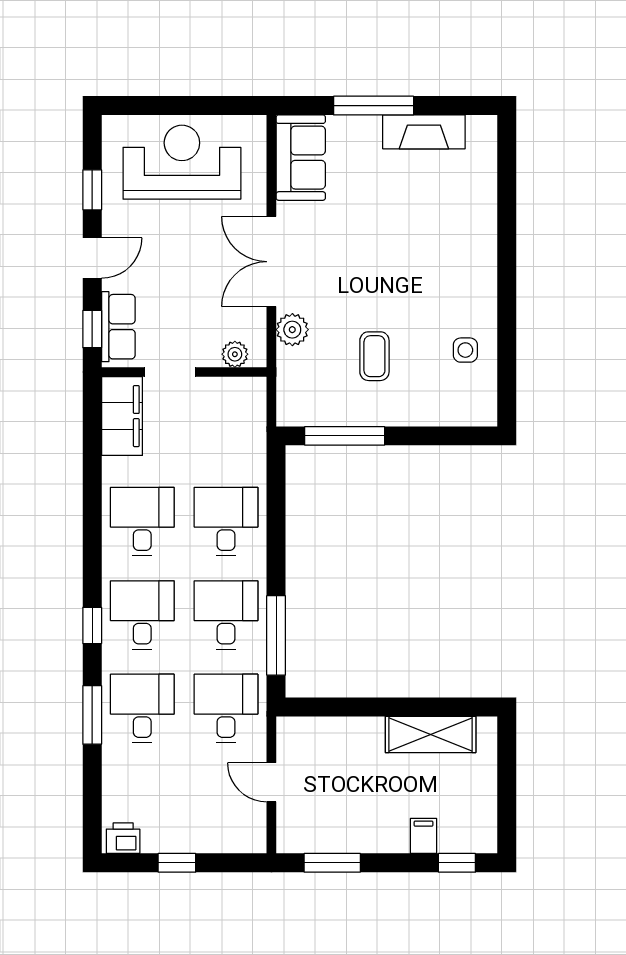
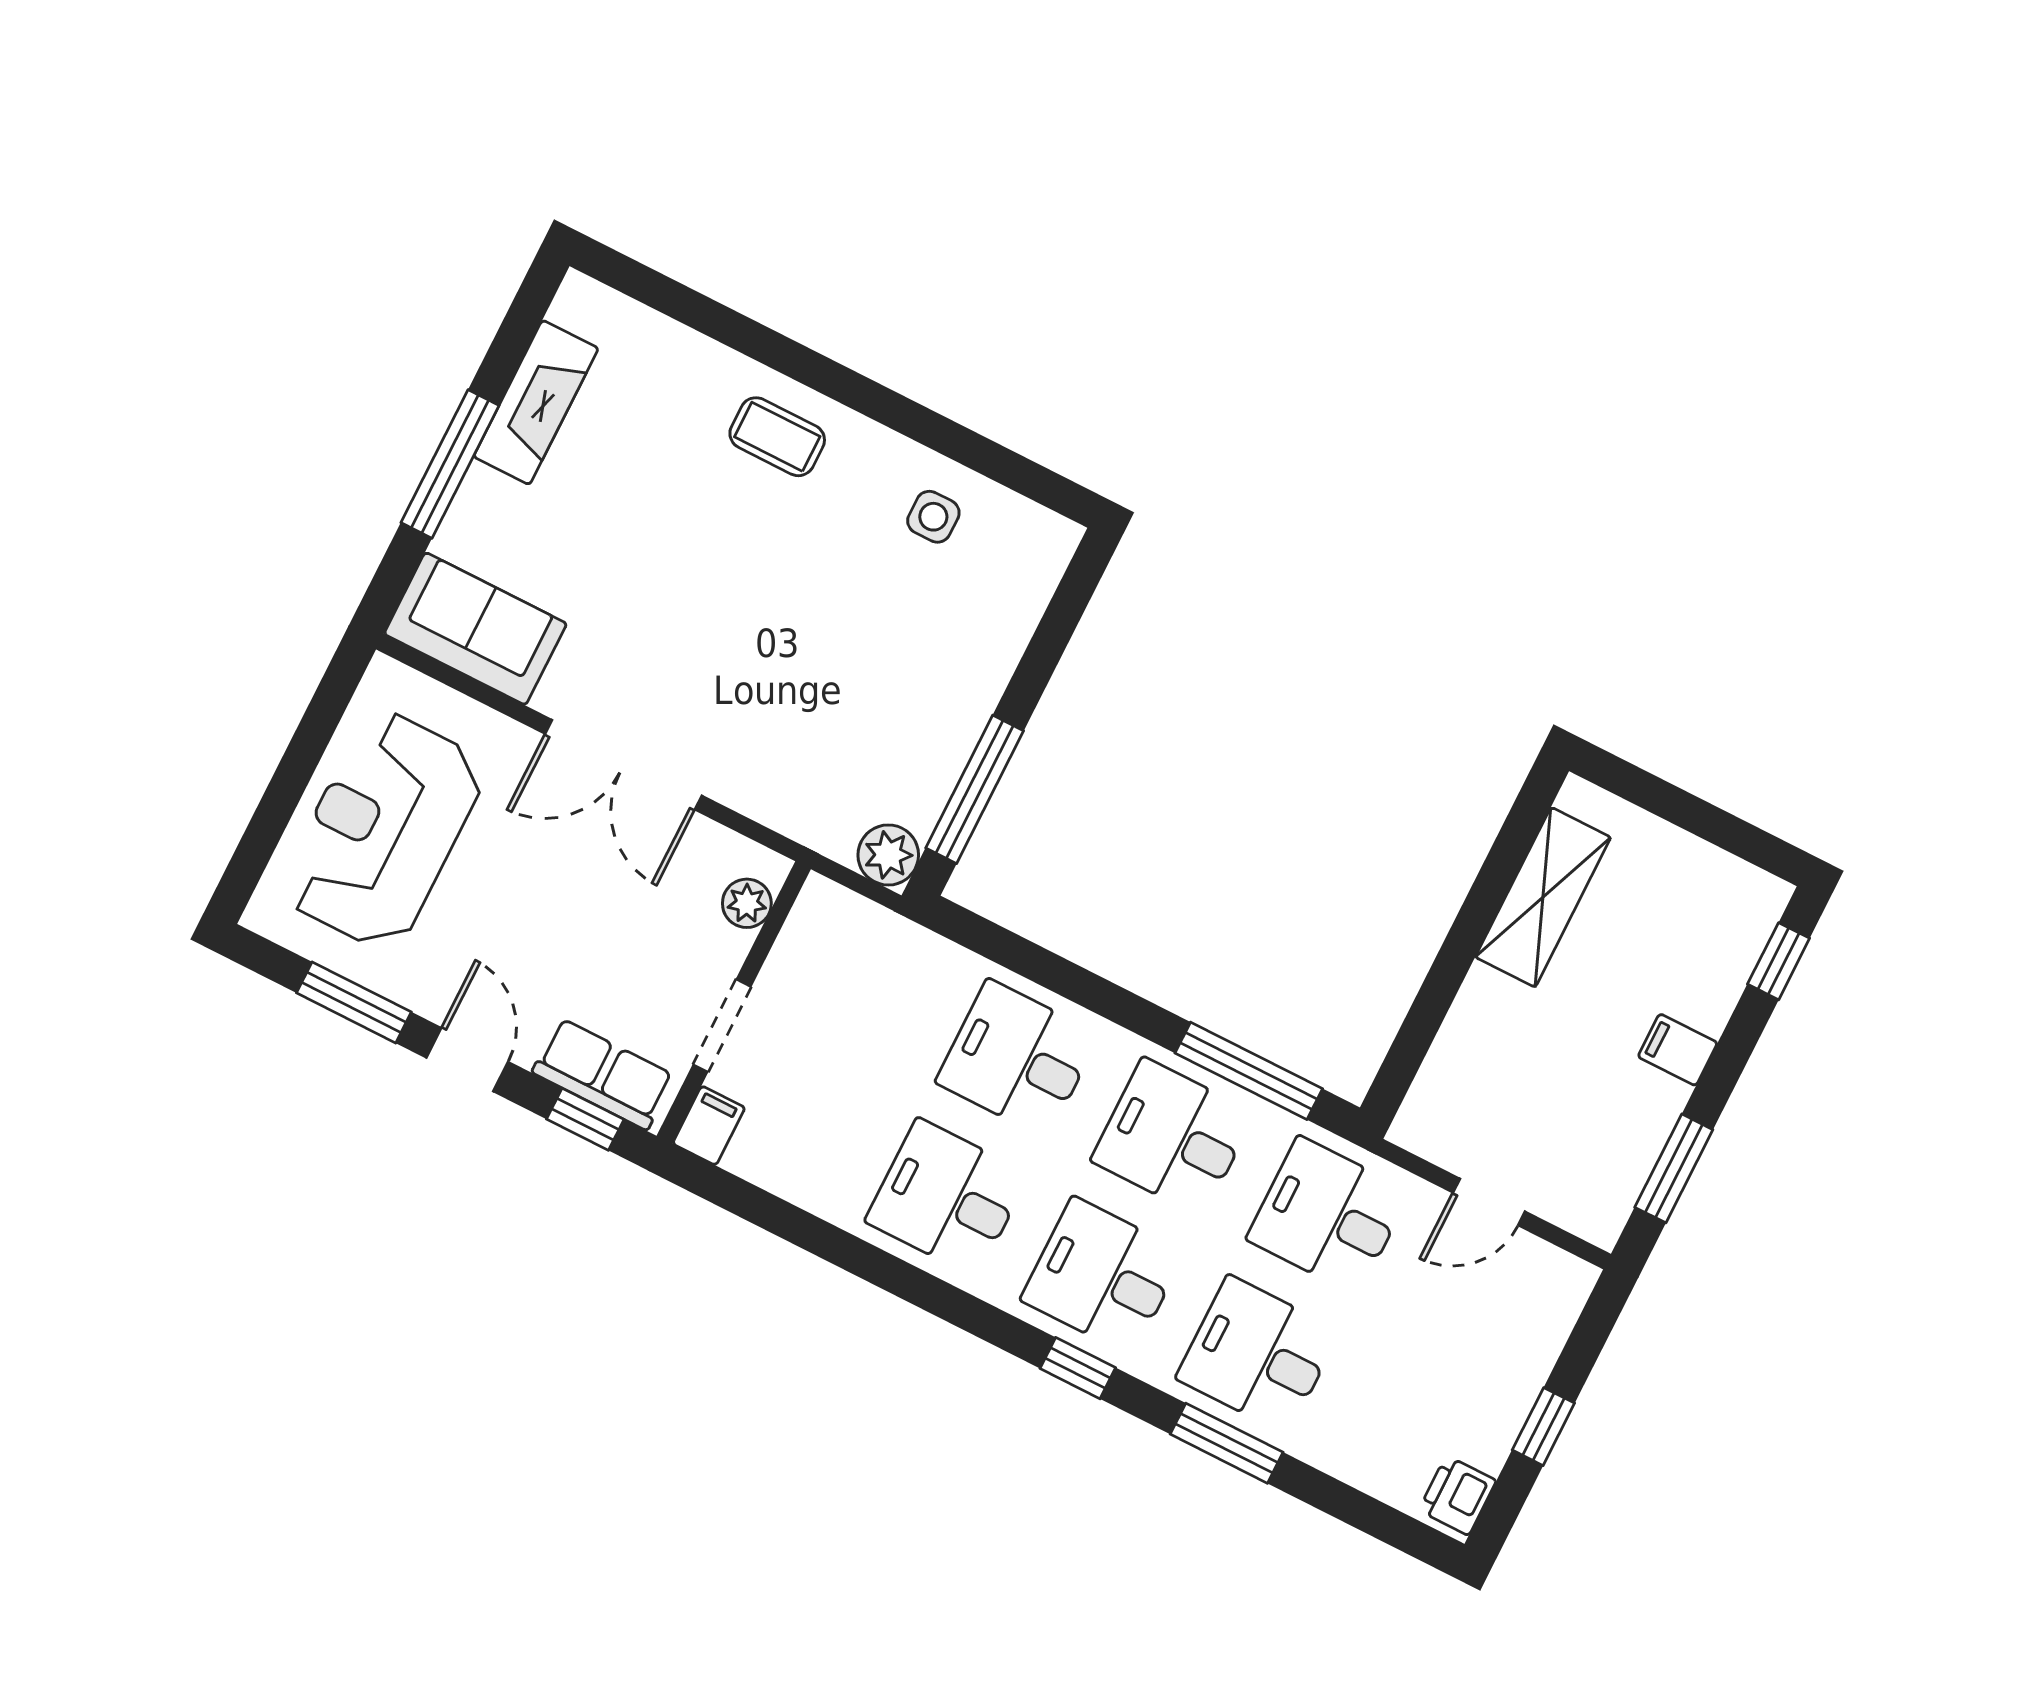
window: (92, 190) -> (354, 1002), width x1.50
plant: (292, 330) -> (888, 855), moved
coffee table: (374, 356) -> (777, 437), moved
filing cabinet: (122, 416) -> (709, 1126), width x0.33, depth x0.86
filing cabinet: (424, 836) -> (1678, 1050), moved

